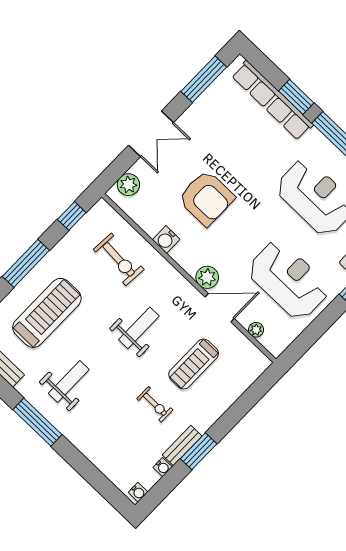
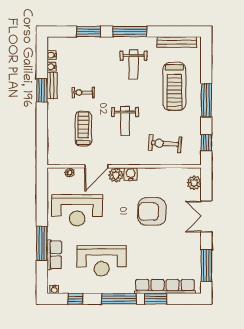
water cooler: (166, 240) -> (131, 174), moved
window: (83, 467) -> (88, 32), added
water cooler: (138, 492) -> (52, 55), moved

